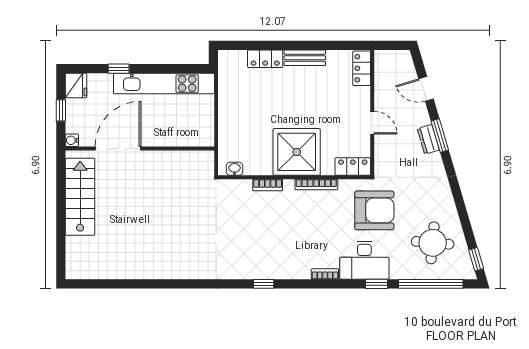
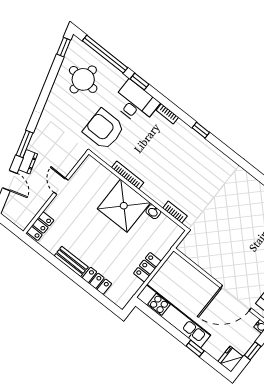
dresser: (428, 139) -> (28, 162), moved
locker: (353, 167) -> (147, 267), moved, turned 90
washbasin: (234, 169) -> (153, 212), moved
bookcase: (268, 185) -> (175, 212), moved
window: (264, 284) -> (201, 130), moved

